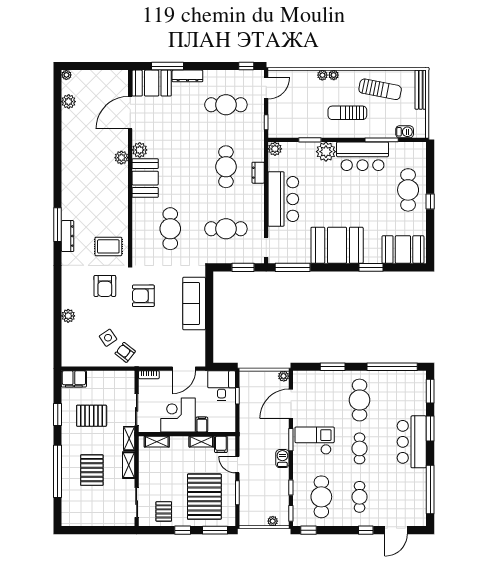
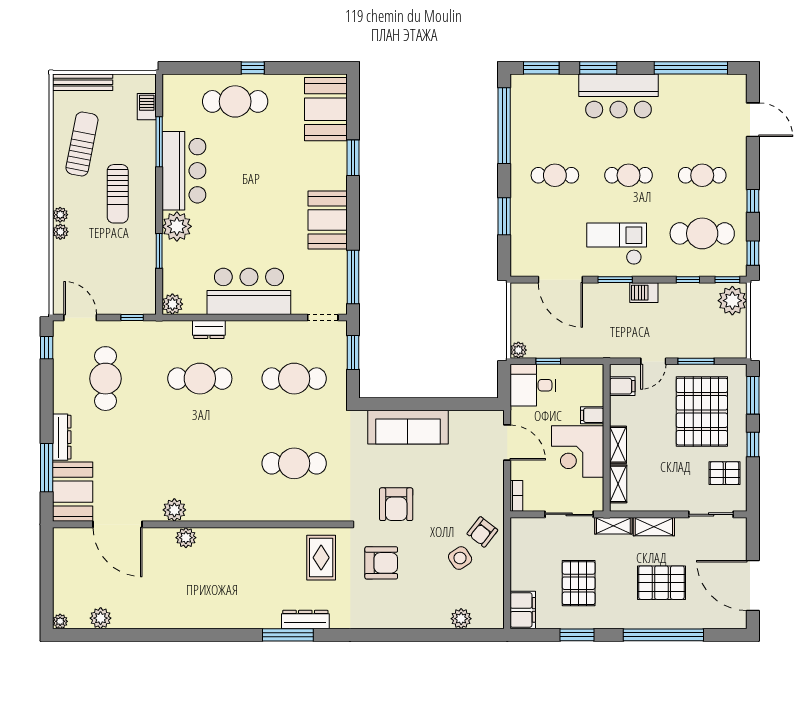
booth: (145, 178) -> (217, 502), removed
cafe table: (226, 229) -> (294, 379), turned 90
booth: (337, 245) -> (328, 220), width x0.73, depth x0.70
plant: (68, 316) -> (461, 619), moved
plant: (284, 376) -> (518, 350), moved
cafe table: (360, 400) -> (555, 175), width x0.73, depth x0.74
checkout: (315, 441) -> (617, 244), turned 90
shelving: (201, 442) -> (618, 445), moved
pallet: (204, 497) -> (702, 412), turned 90
plant: (273, 521) -> (732, 301), width x1.88, depth x1.88
door: (90, 530) -> (753, 586), added
window: (366, 530) -> (753, 201), moved

